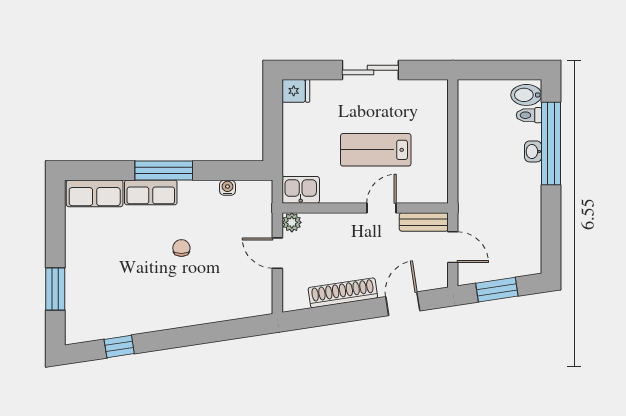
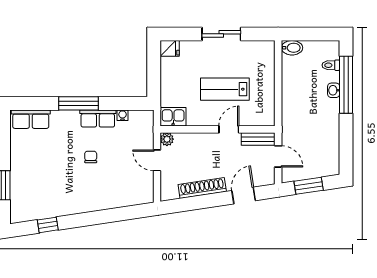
bidet: (526, 95) -> (292, 48), moved, turned 180
row of seats: (151, 192) -> (98, 119), moved

